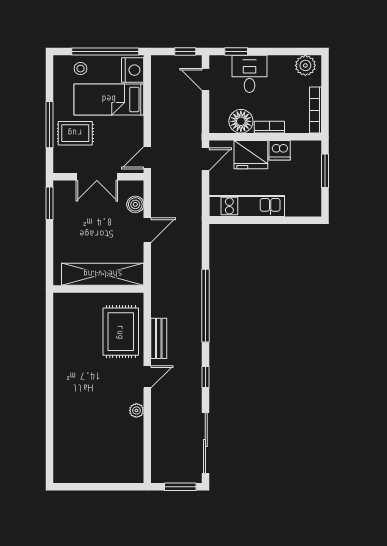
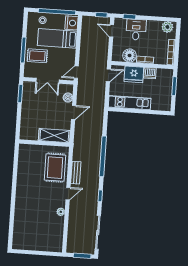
shelving: (103, 274) -> (54, 136), width x0.68

